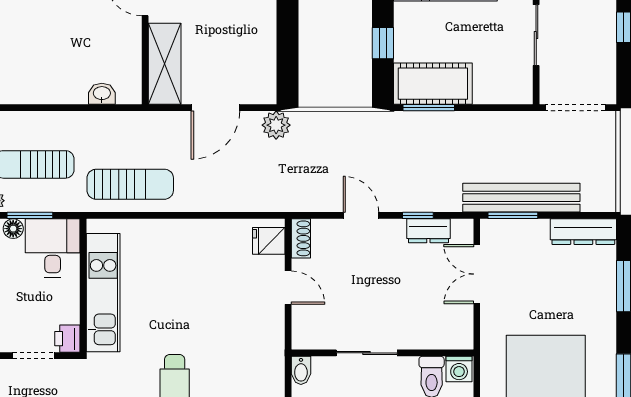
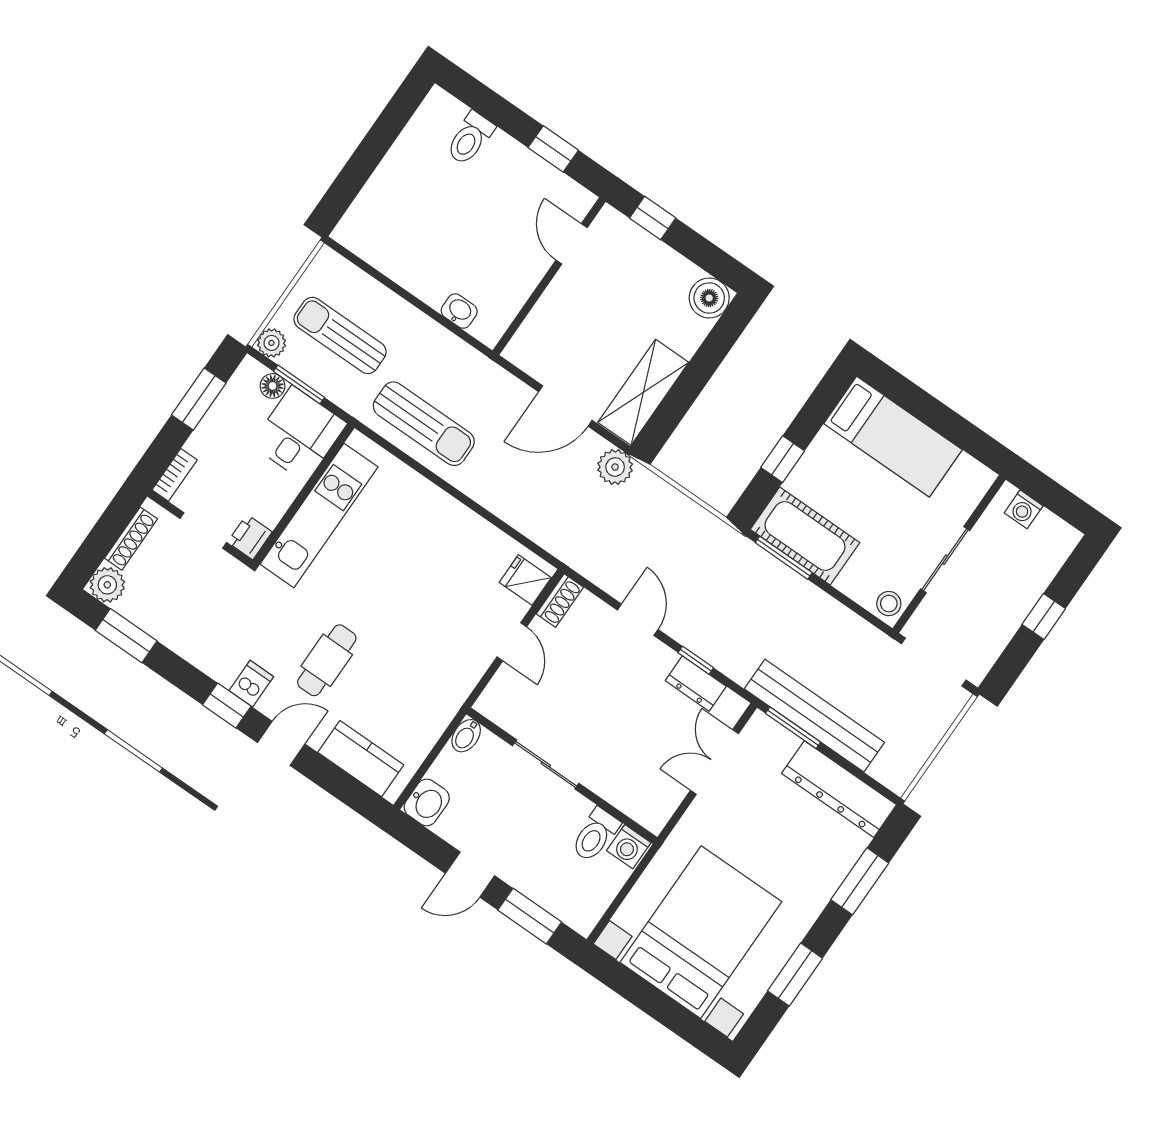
shelving: (165, 64) -> (643, 392), moved
stool: (519, 90) -> (889, 604), added
dresser: (583, 232) -> (839, 789), width x1.37, depth x1.24

